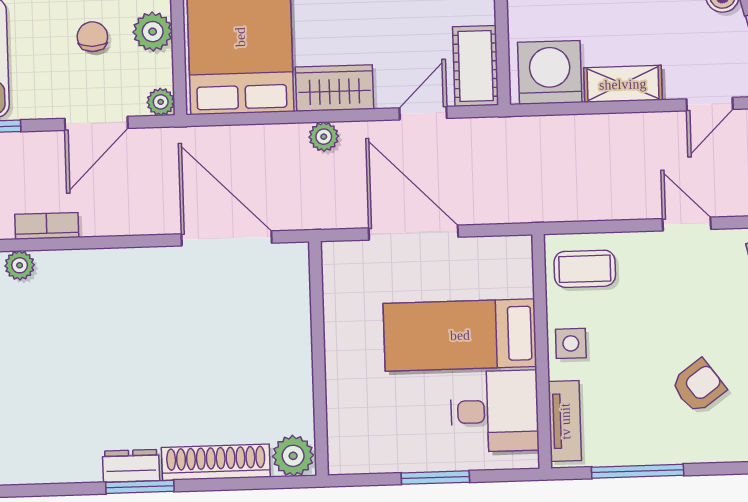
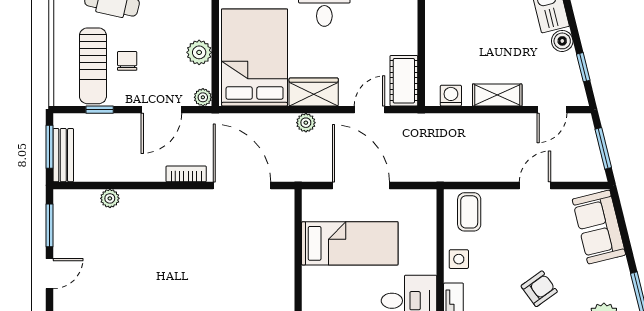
chair: (92, 37) -> (127, 61), moved
washing machine: (550, 72) -> (451, 96), width x0.53, depth x0.53
door: (687, 224) -> (535, 185), hinge flipped
bookcase: (47, 226) -> (186, 174), moved
coffee table: (585, 269) -> (469, 212), turned 90
bed: (460, 335) -> (350, 243), moved, turned 180

